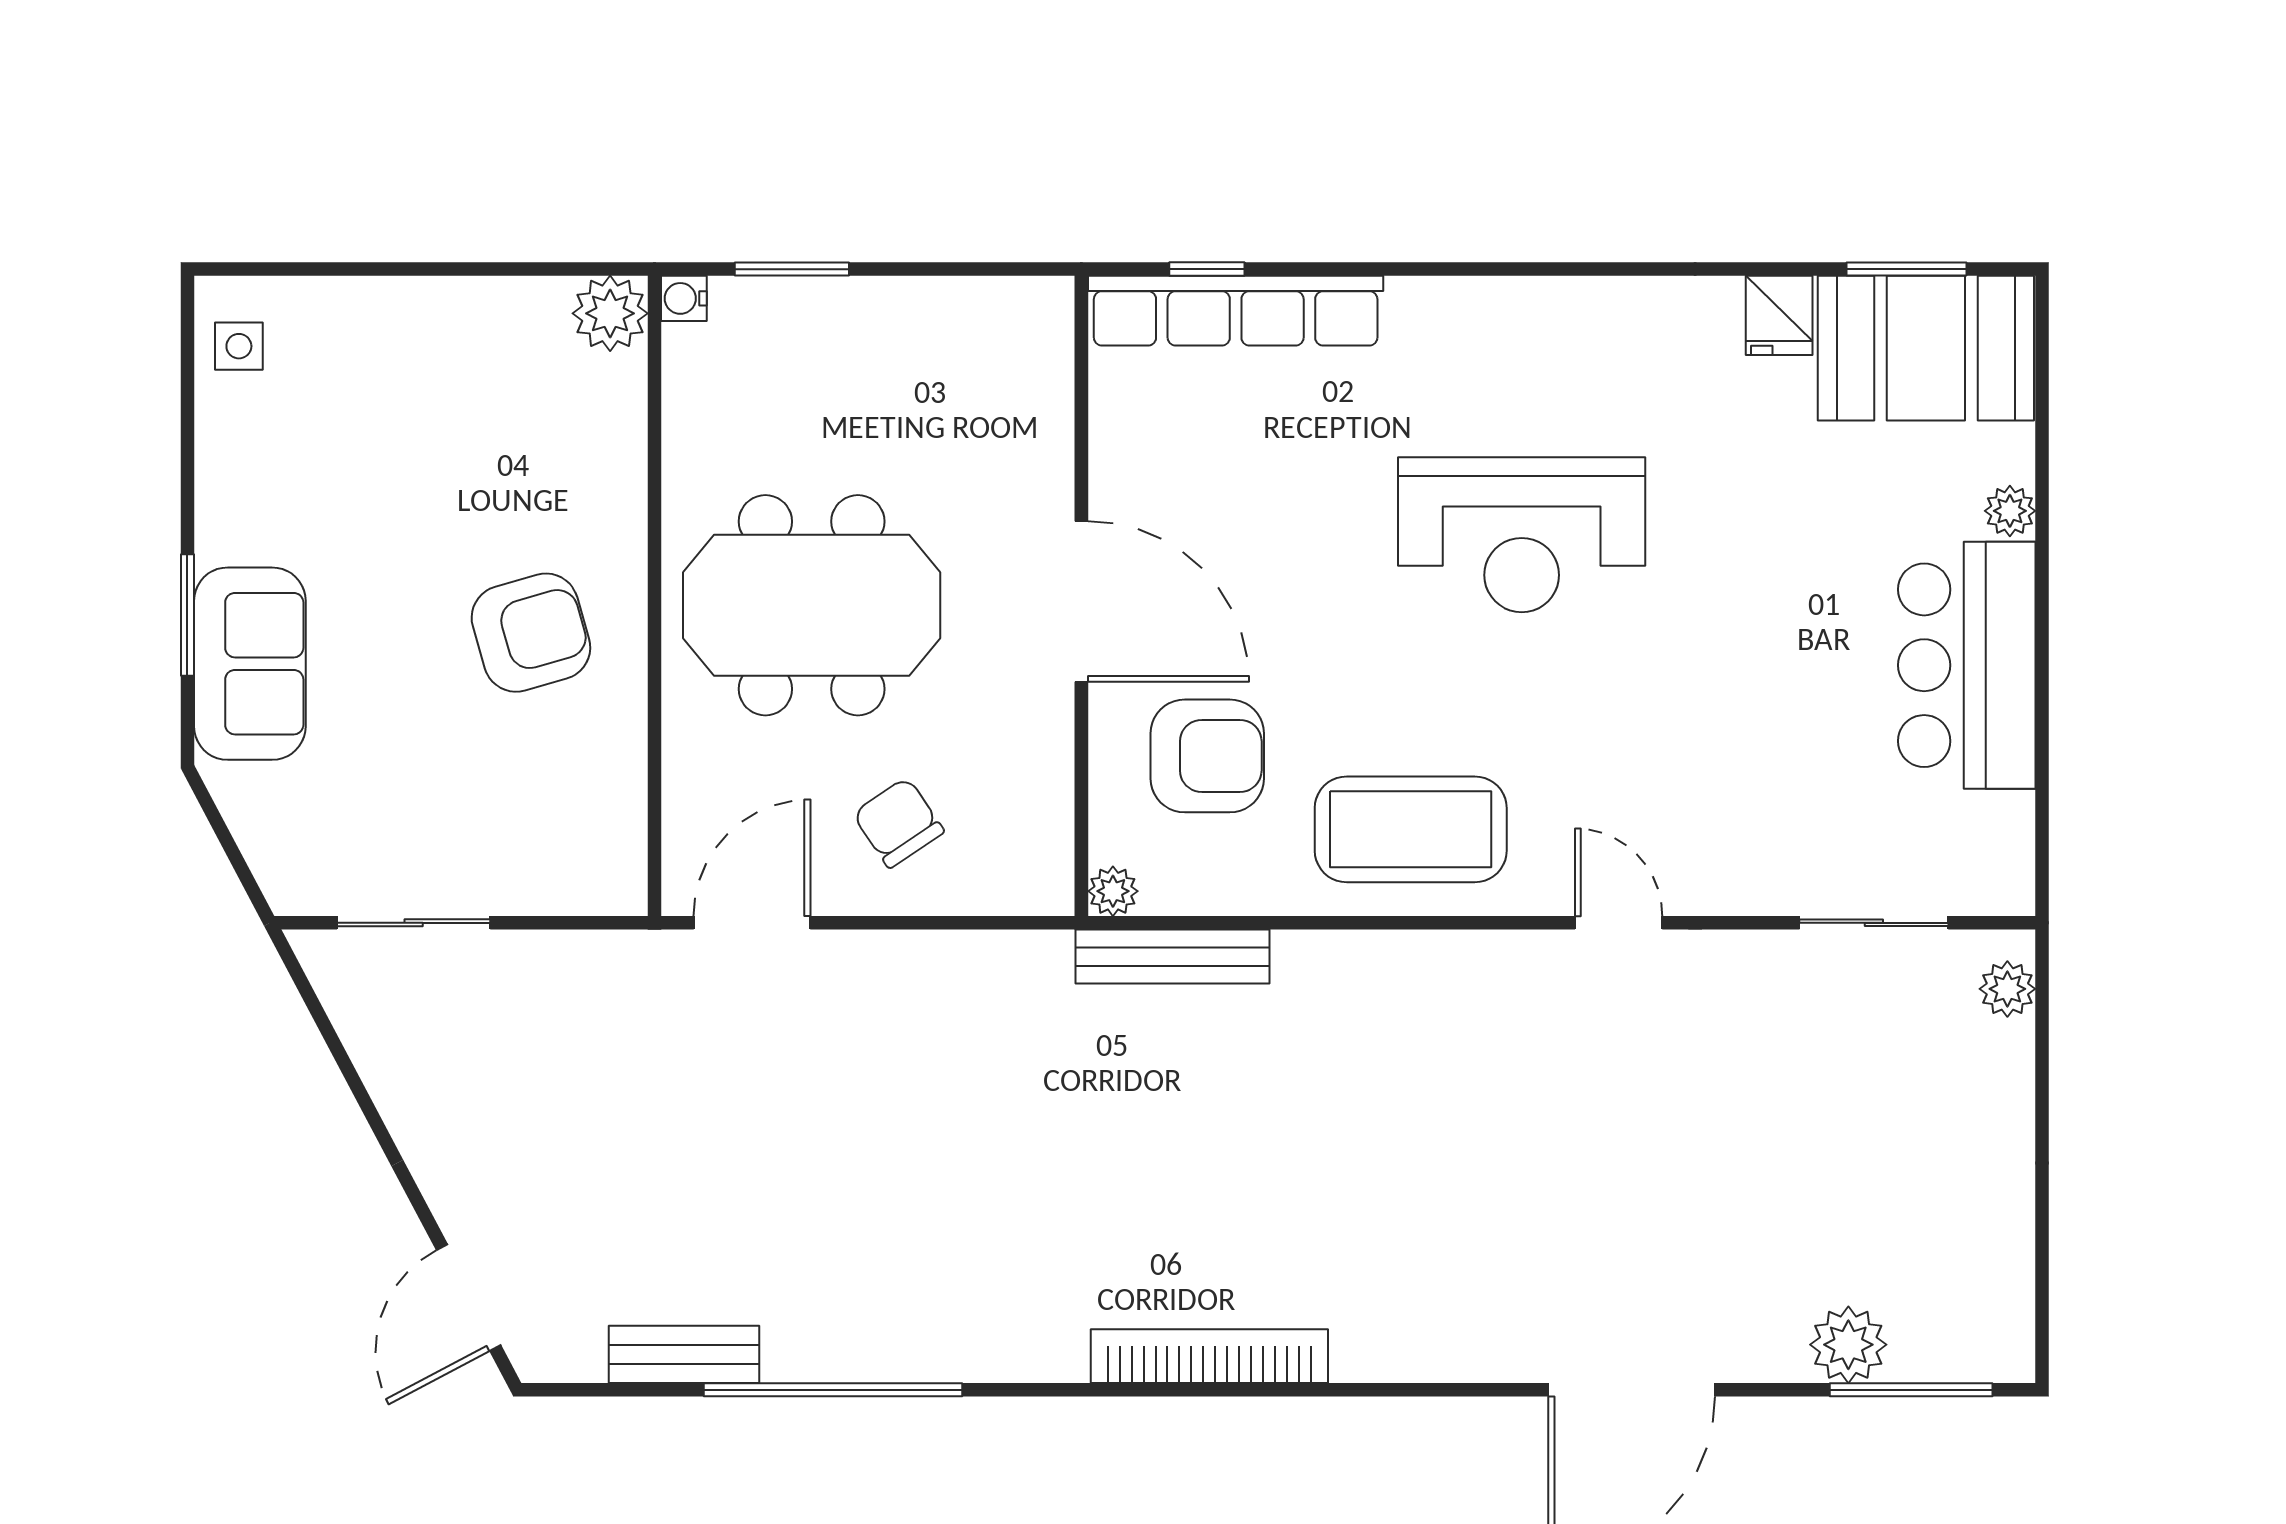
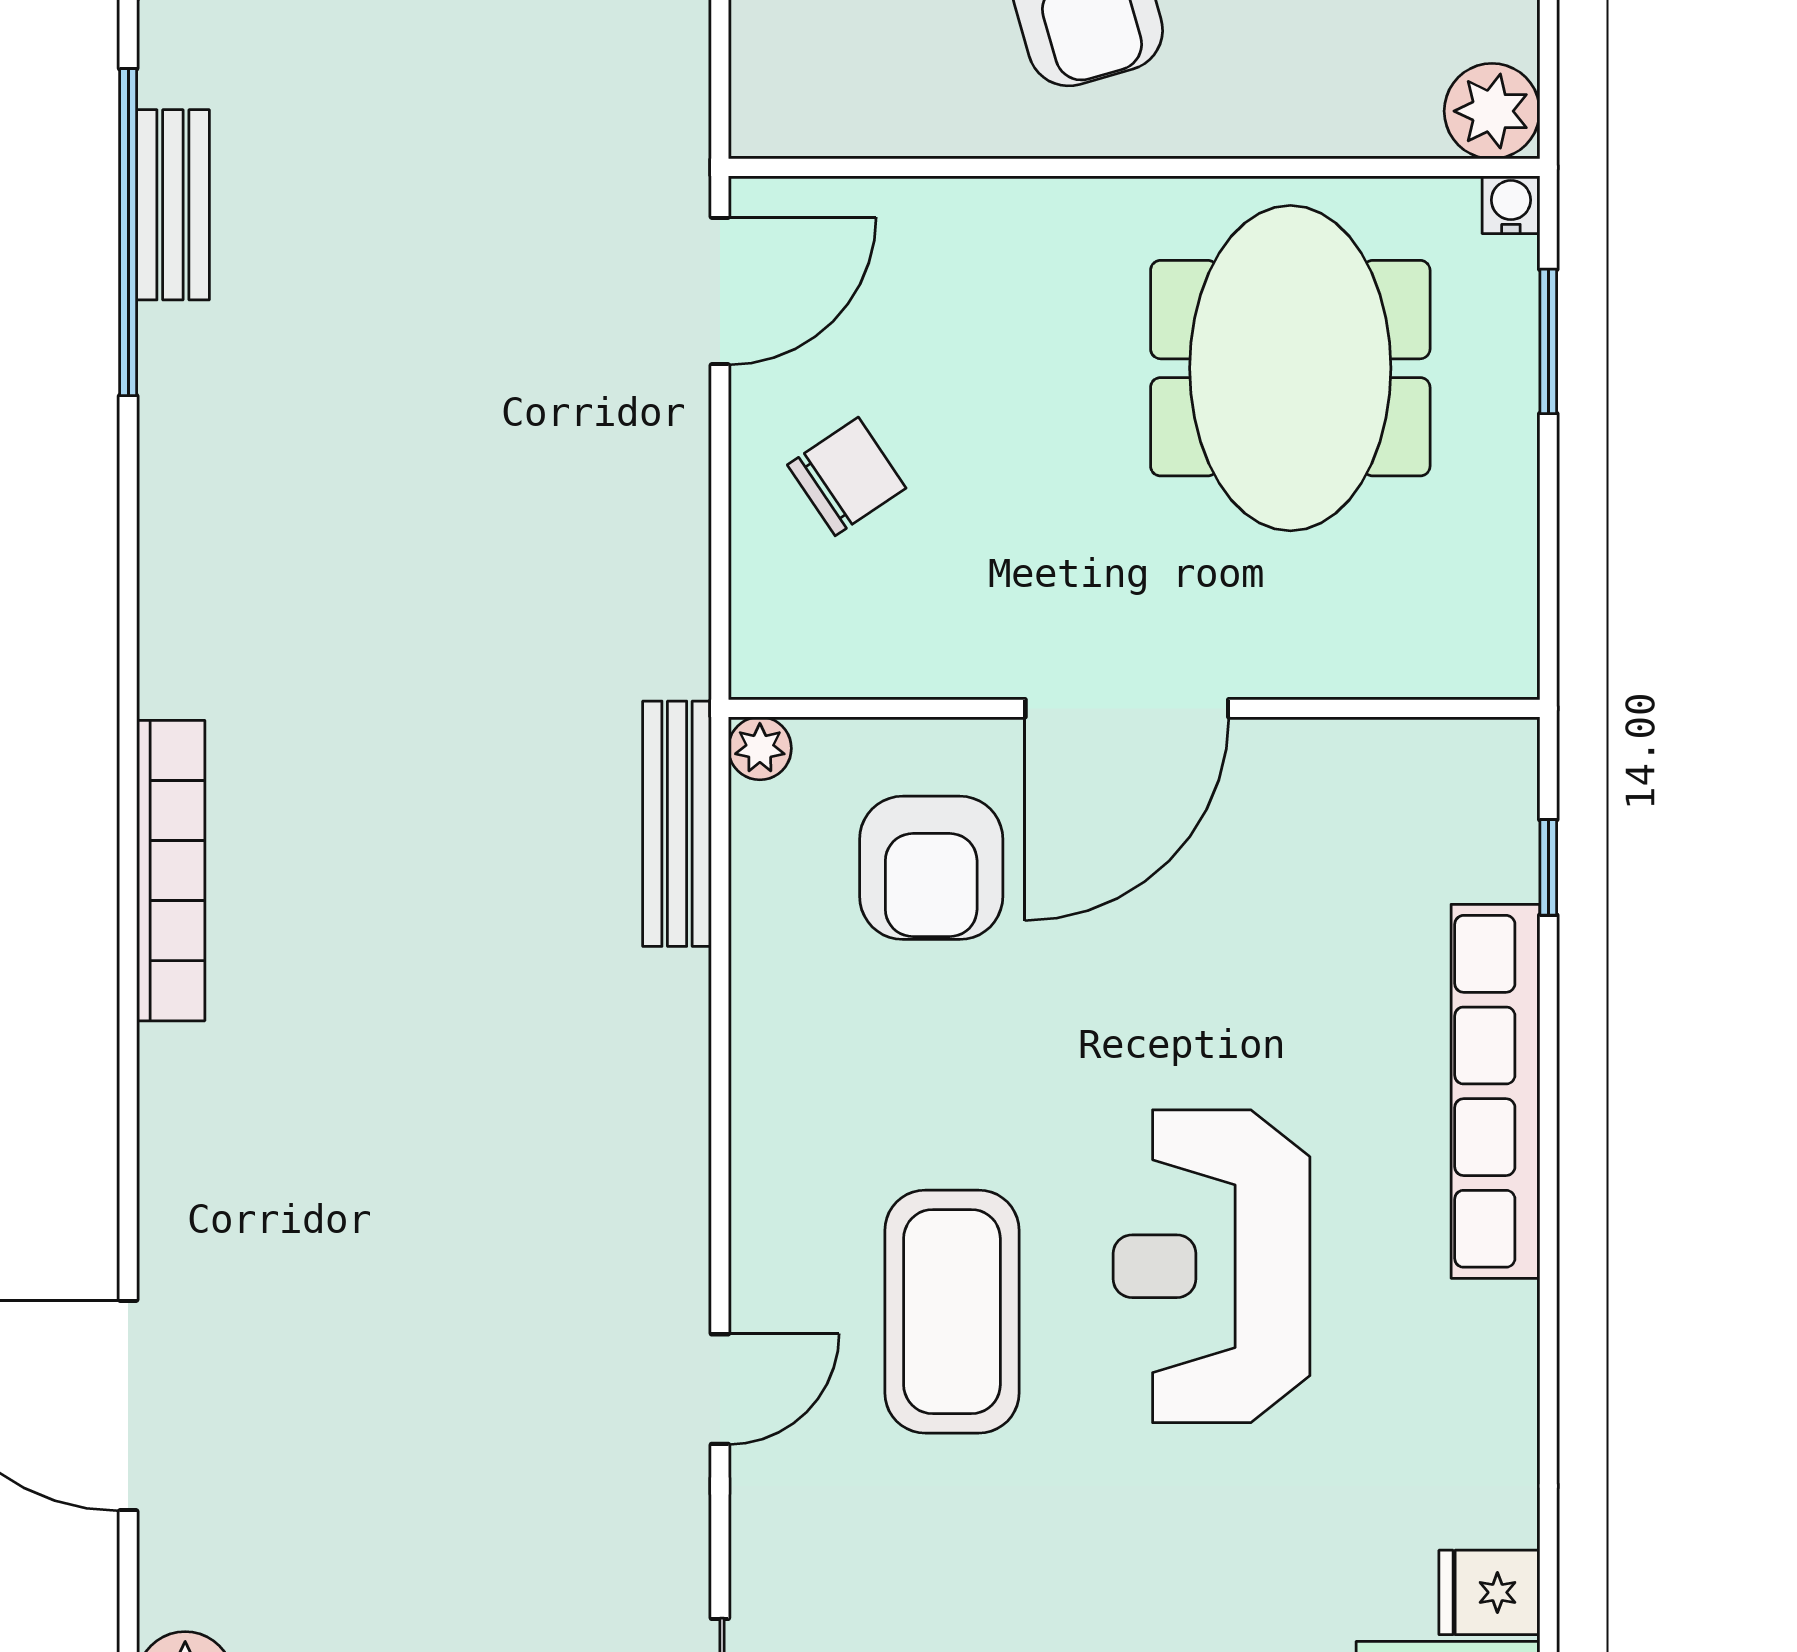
row of seats: (1236, 311) -> (1495, 1091), moved
meeting table: (812, 605) -> (1290, 368), moved
coffee table: (1411, 829) -> (952, 1312), moved
door: (752, 923) -> (720, 291), hinge flipped
window: (833, 1390) -> (128, 232), moved

